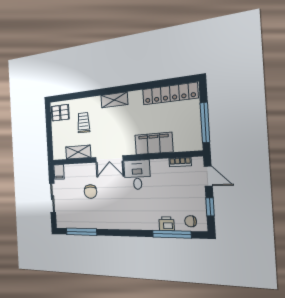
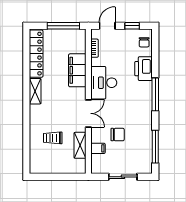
shelving: (114, 100) -> (35, 91), moved
pallet: (60, 113) -> (41, 163), removed
filing cabinet: (59, 172) -> (98, 148), moved
desk: (137, 175) -> (104, 83), width x1.37
printer: (167, 224) -> (144, 69), width x1.87, depth x1.48
window: (172, 234) -> (155, 94), moved

